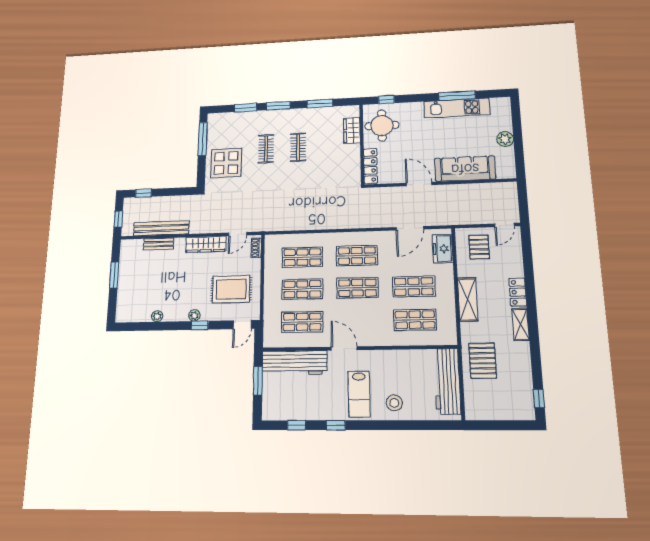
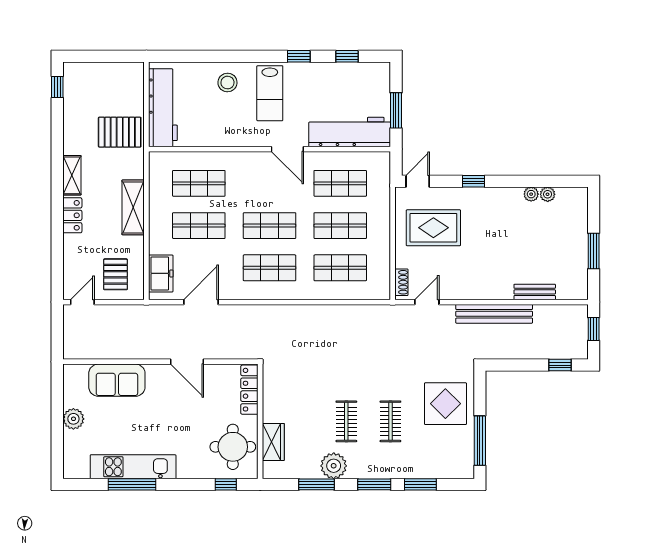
plant: (307, 117) -> (334, 466), added
sofa: (465, 169) -> (117, 380), width x0.73
bench: (161, 228) -> (494, 314), moved
wardrobe: (206, 244) -> (470, 289), removed
plant: (194, 315) -> (548, 194), moved
pallet: (483, 361) -> (120, 132), turned 90
lab bench: (359, 394) -> (270, 93), turned 180

